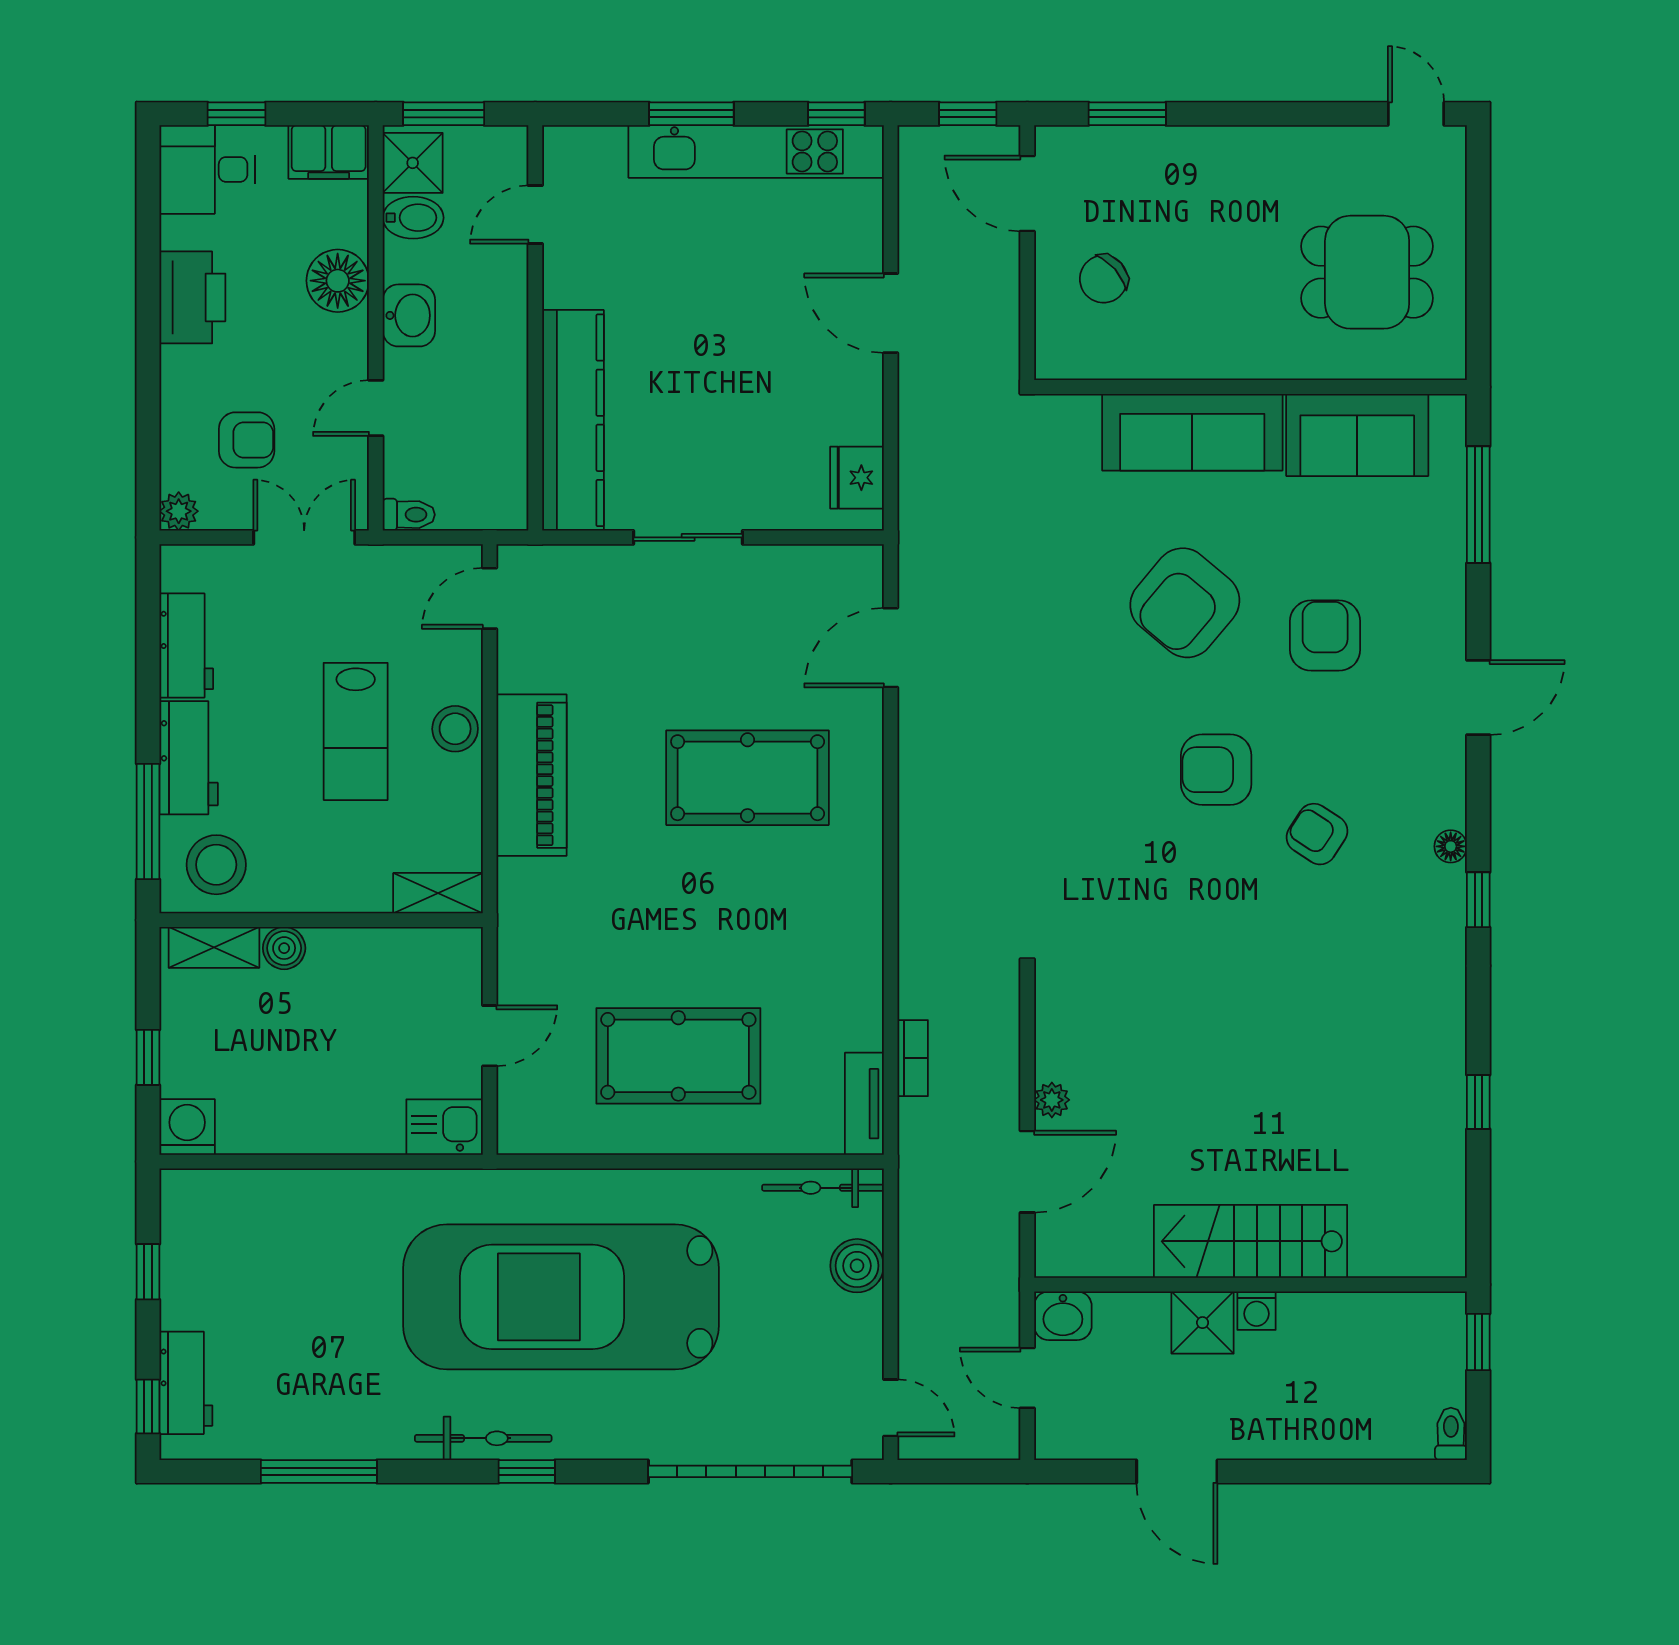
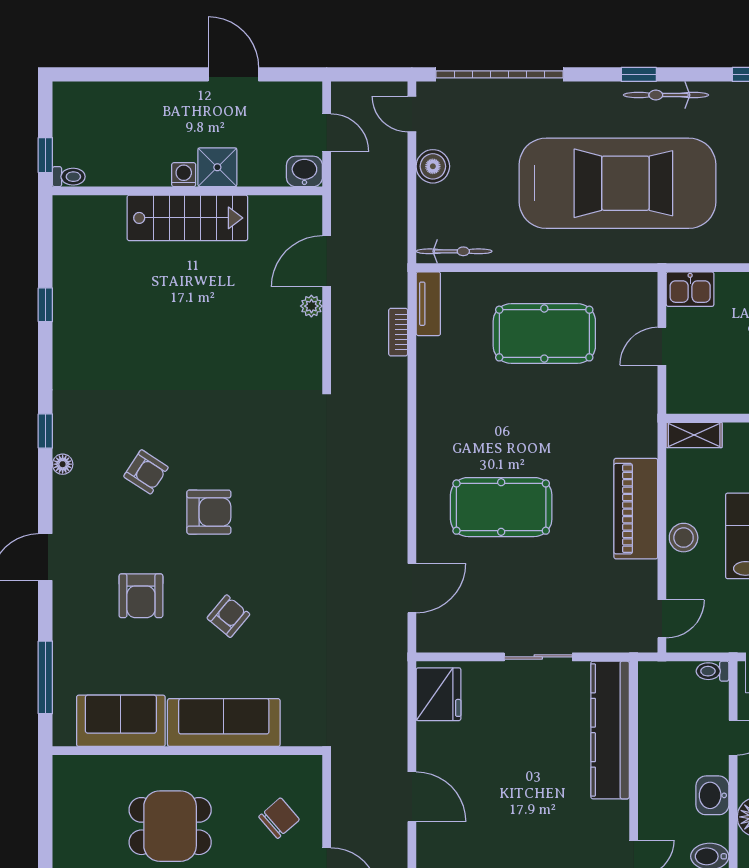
dining table: (1367, 272) -> (170, 826), moved
fridge: (857, 478) -> (439, 694), width x1.36, depth x1.34
armchair: (1185, 603) -> (228, 616), width x0.53, depth x0.53
boiler: (857, 1266) -> (433, 166), moved
toilet: (1451, 1434) -> (69, 177), moved, turned -90

